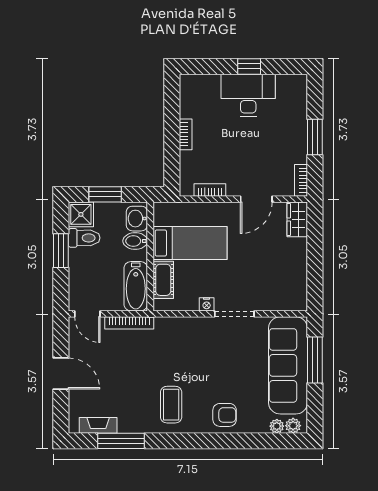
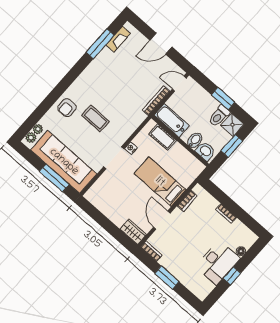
floor lamp: (213, 81) -> (241, 251), added
bed: (190, 243) -> (160, 182), moved, turned 90
coffee table: (171, 405) -> (95, 118), moved

